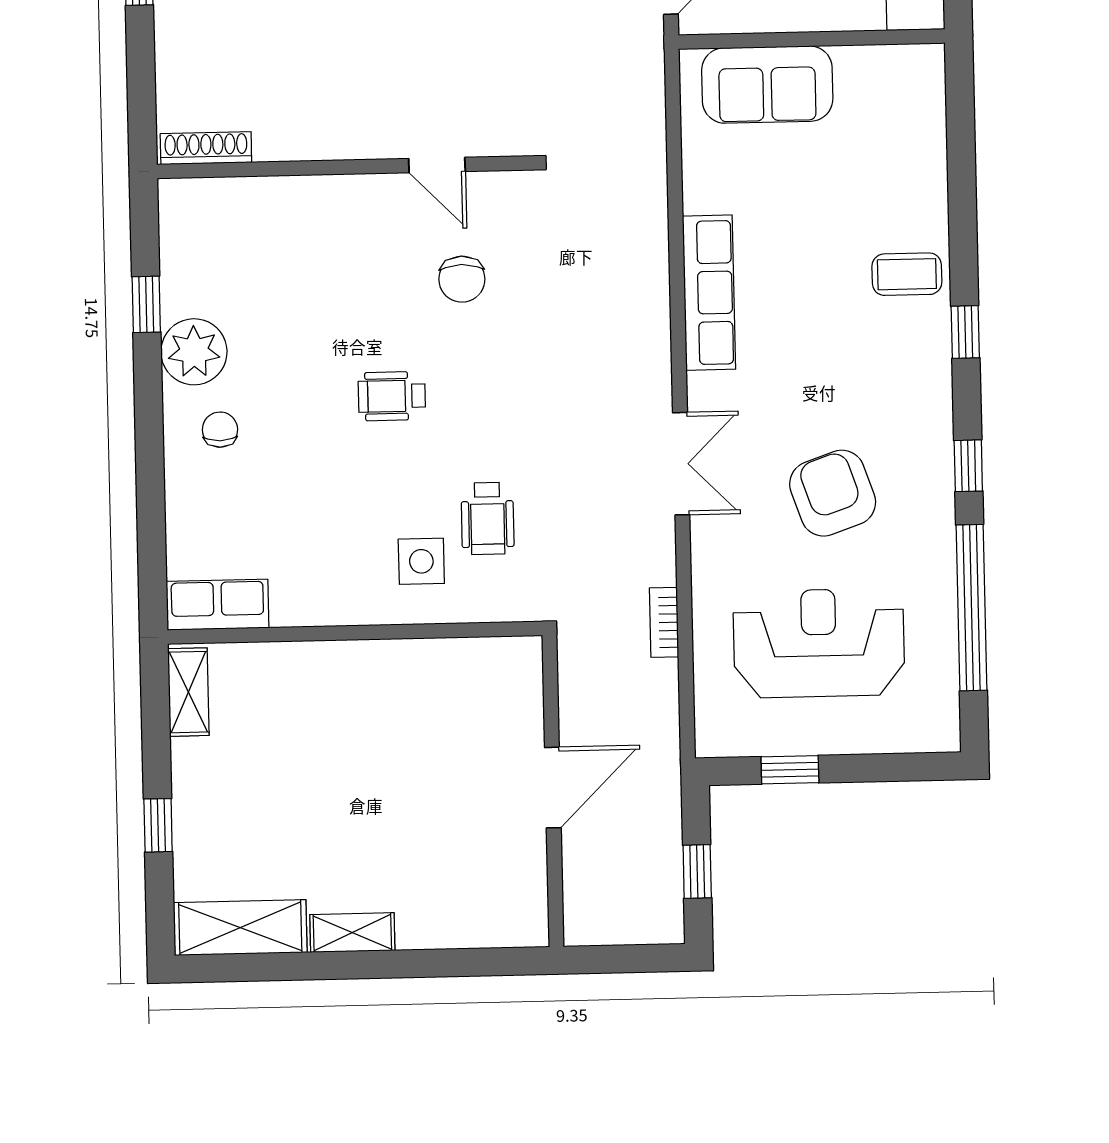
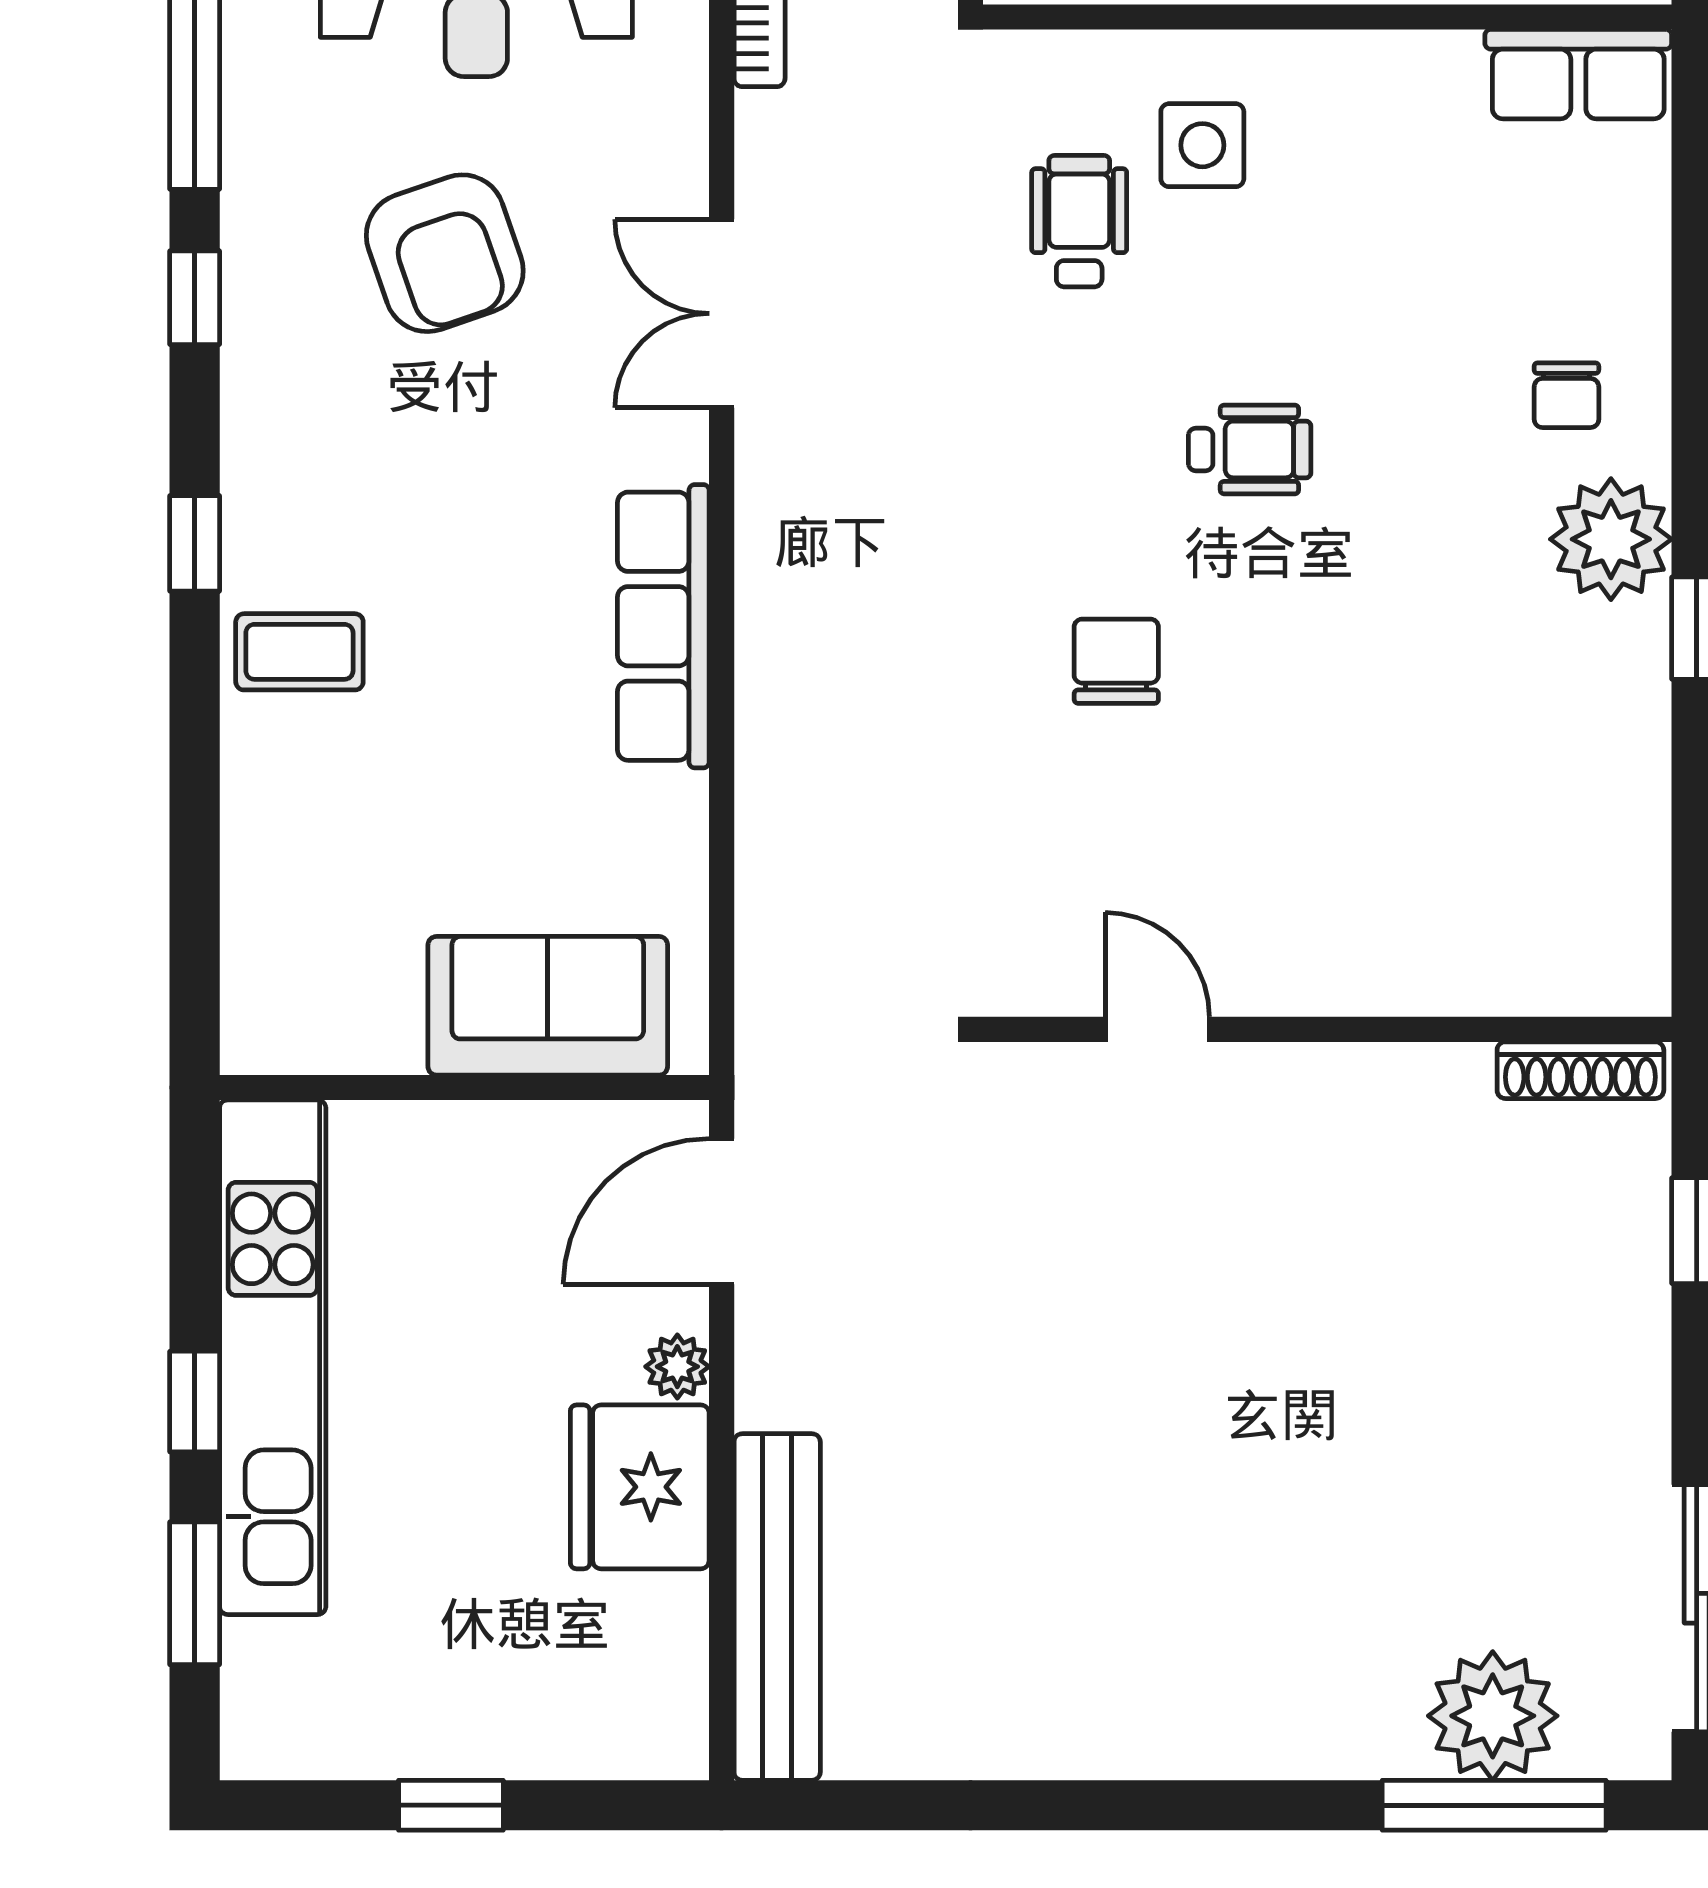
shoe rack: (206, 148) -> (1580, 1070), moved
door: (437, 165) -> (1157, 1029), moved
wall: (344, 167) -> (1327, 1029), moved

